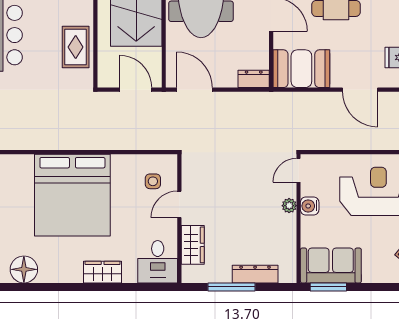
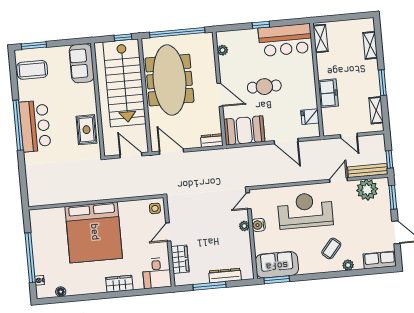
side table: (153, 181) -> (155, 208), moved
floor lamp: (24, 269) -> (61, 292), width x0.53, depth x0.53

